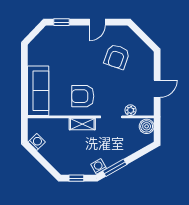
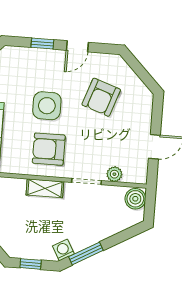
window: (61, 22) -> (42, 44), moved
side table: (79, 66) -> (47, 106), added

